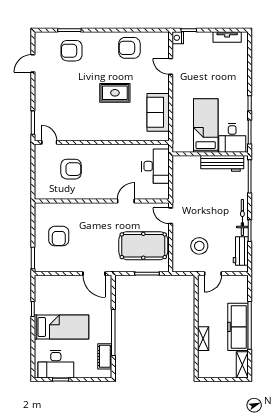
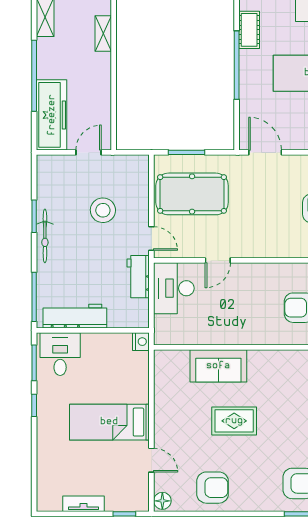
tv unit: (227, 37) -> (84, 504), moved
nightstand: (178, 38) -> (141, 342), moved
floor lamp: (163, 39) -> (162, 501), added
sofa: (158, 112) -> (218, 366), moved, turned 90
bed: (206, 125) -> (109, 422), moved, turned 90
desk: (156, 166) -> (174, 288), moved
stool: (199, 246) -> (103, 210), moved
workbench: (241, 251) -> (138, 277), moved, turned 180
freezer: (238, 327) -> (52, 115), moved
shelving: (203, 339) -> (103, 34), moved

